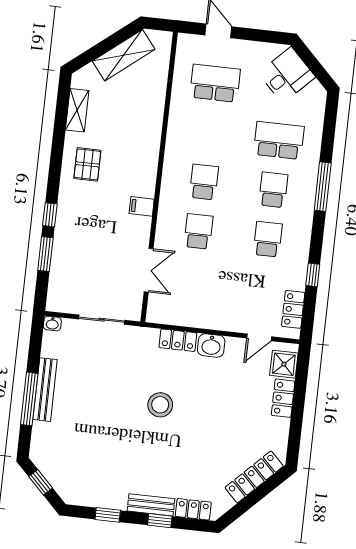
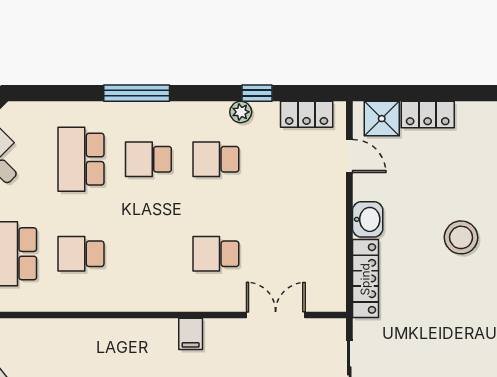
school desk: (204, 182) -> (81, 254), moved
plant: (300, 261) -> (241, 112), added
locker: (178, 340) -> (365, 279), width x1.53
stool: (160, 405) -> (461, 237), moved

